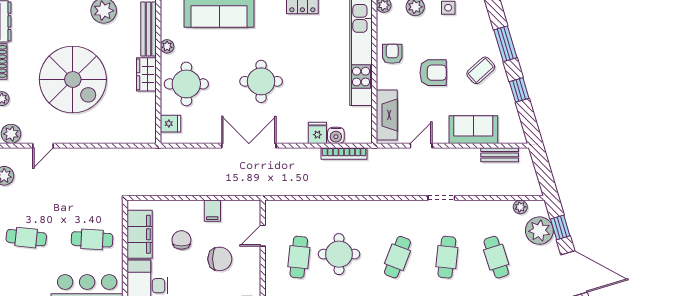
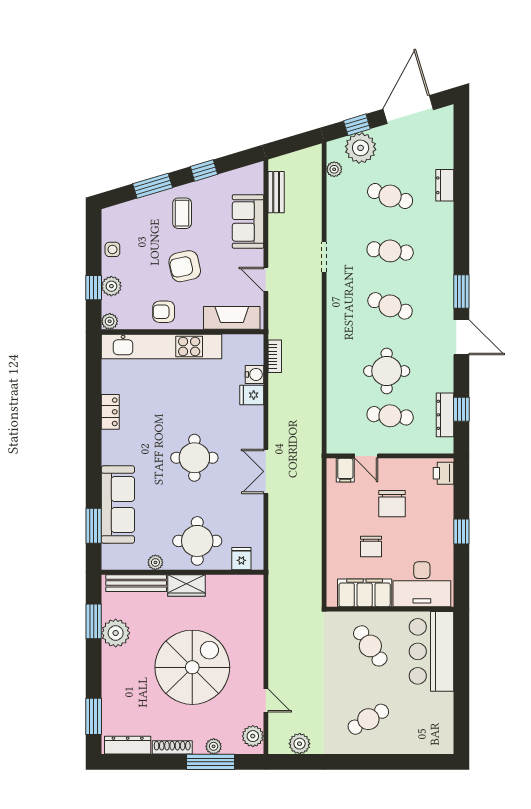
coffee table: (481, 70) -> (182, 213), turned 42
armchair: (433, 73) -> (185, 266), turned -102
double door: (249, 146) -> (266, 471), width x0.73
bookcase: (344, 154) -> (275, 356), width x0.64
filing cabinet: (212, 211) -> (345, 470), moved, turned 90
cafe table: (26, 238) -> (368, 719), turned 53
cafe table: (92, 239) -> (370, 646), turned -38
chair: (181, 240) -> (371, 546), turned -90
cafe table: (496, 257) -> (390, 196), turned 36
chair: (220, 259) -> (392, 504), turned 180

